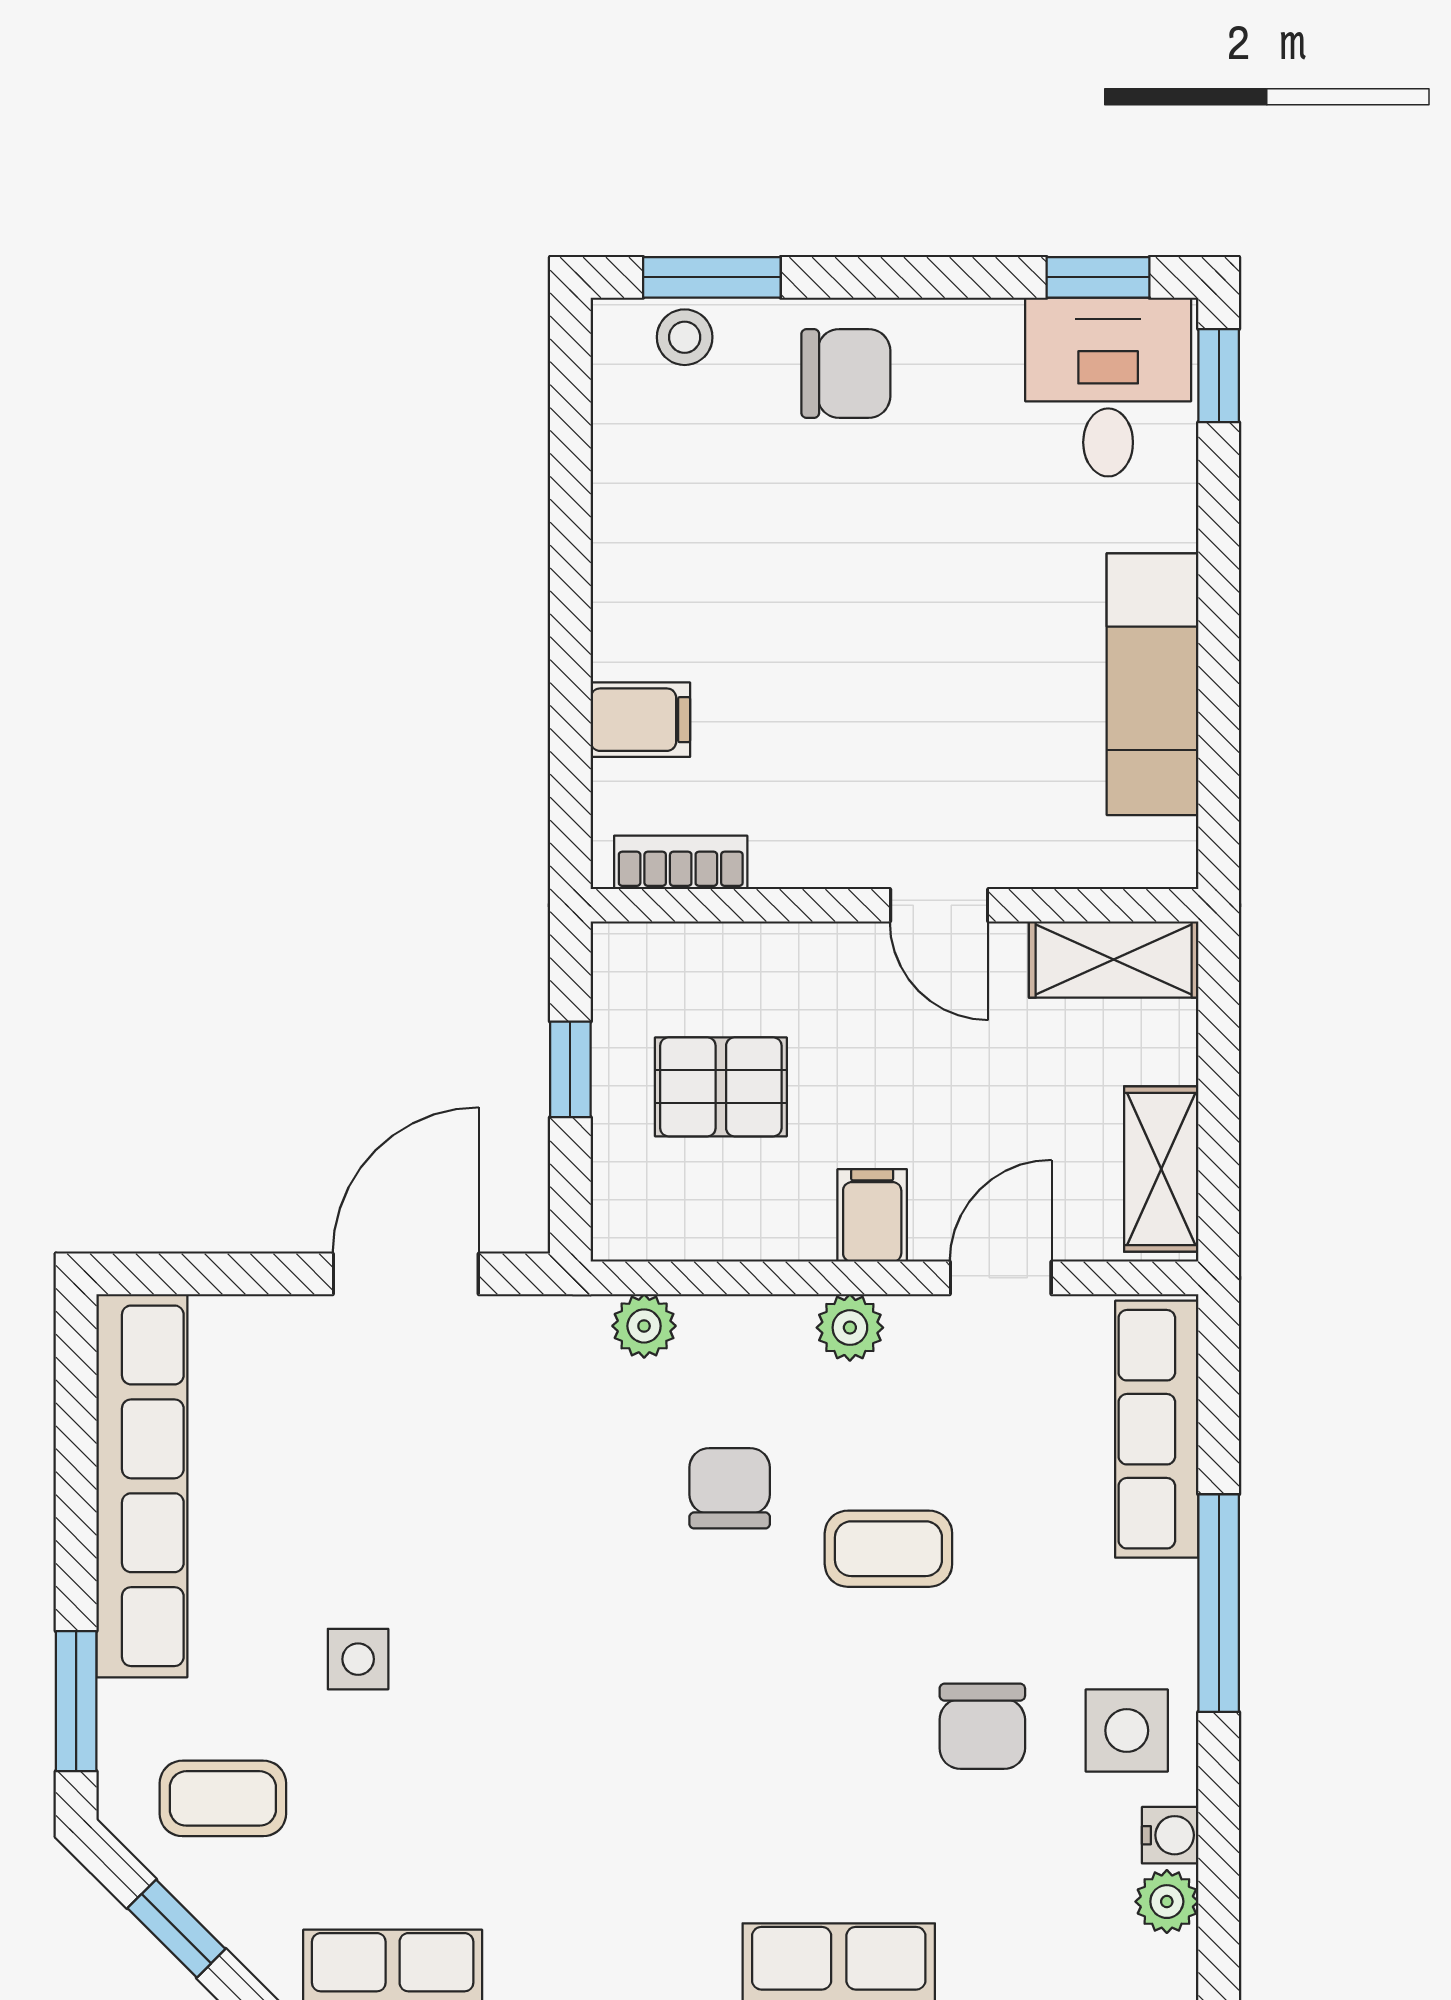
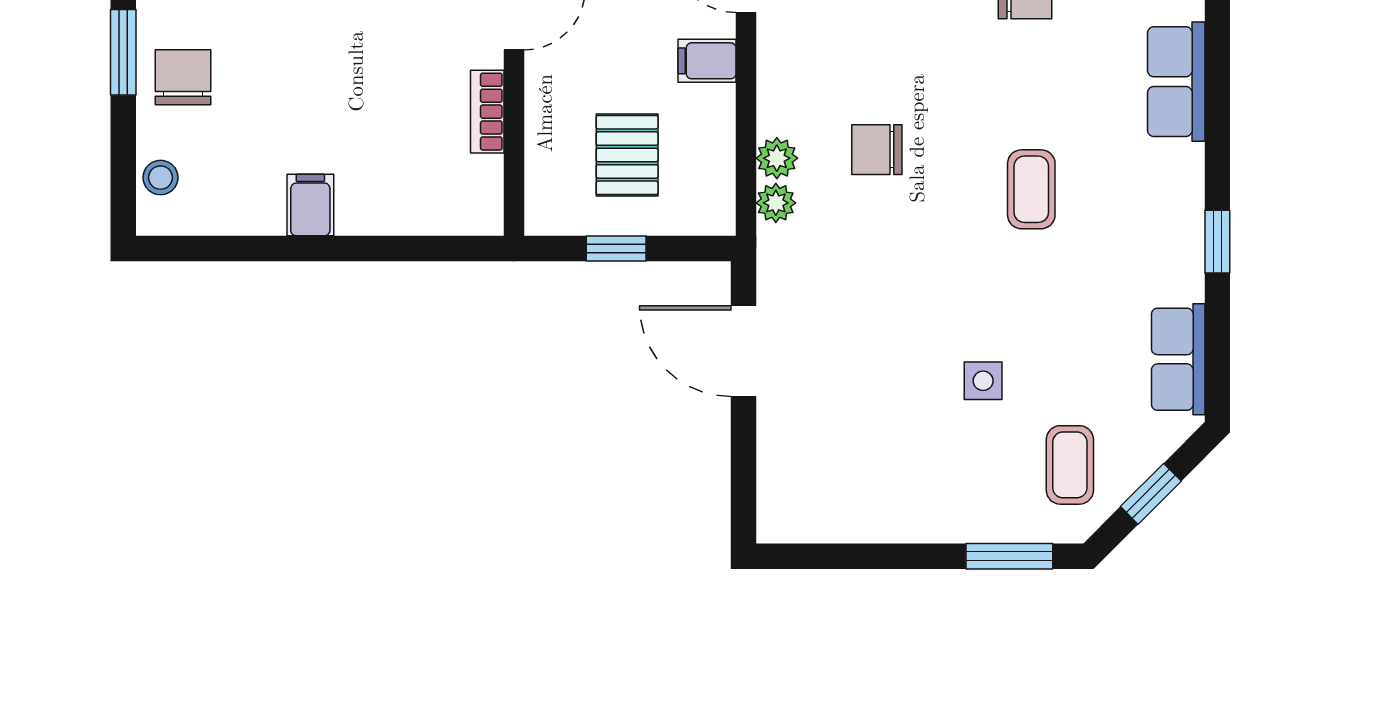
window: (712, 277) -> (123, 52), moved
filing cabinet: (640, 720) -> (310, 205), moved
bookcase: (681, 862) -> (487, 112), moved
plant: (850, 1328) -> (777, 158), moved
row of seats: (142, 1486) -> (875, 515), removed
coffee table: (888, 1549) -> (1031, 189), moved

